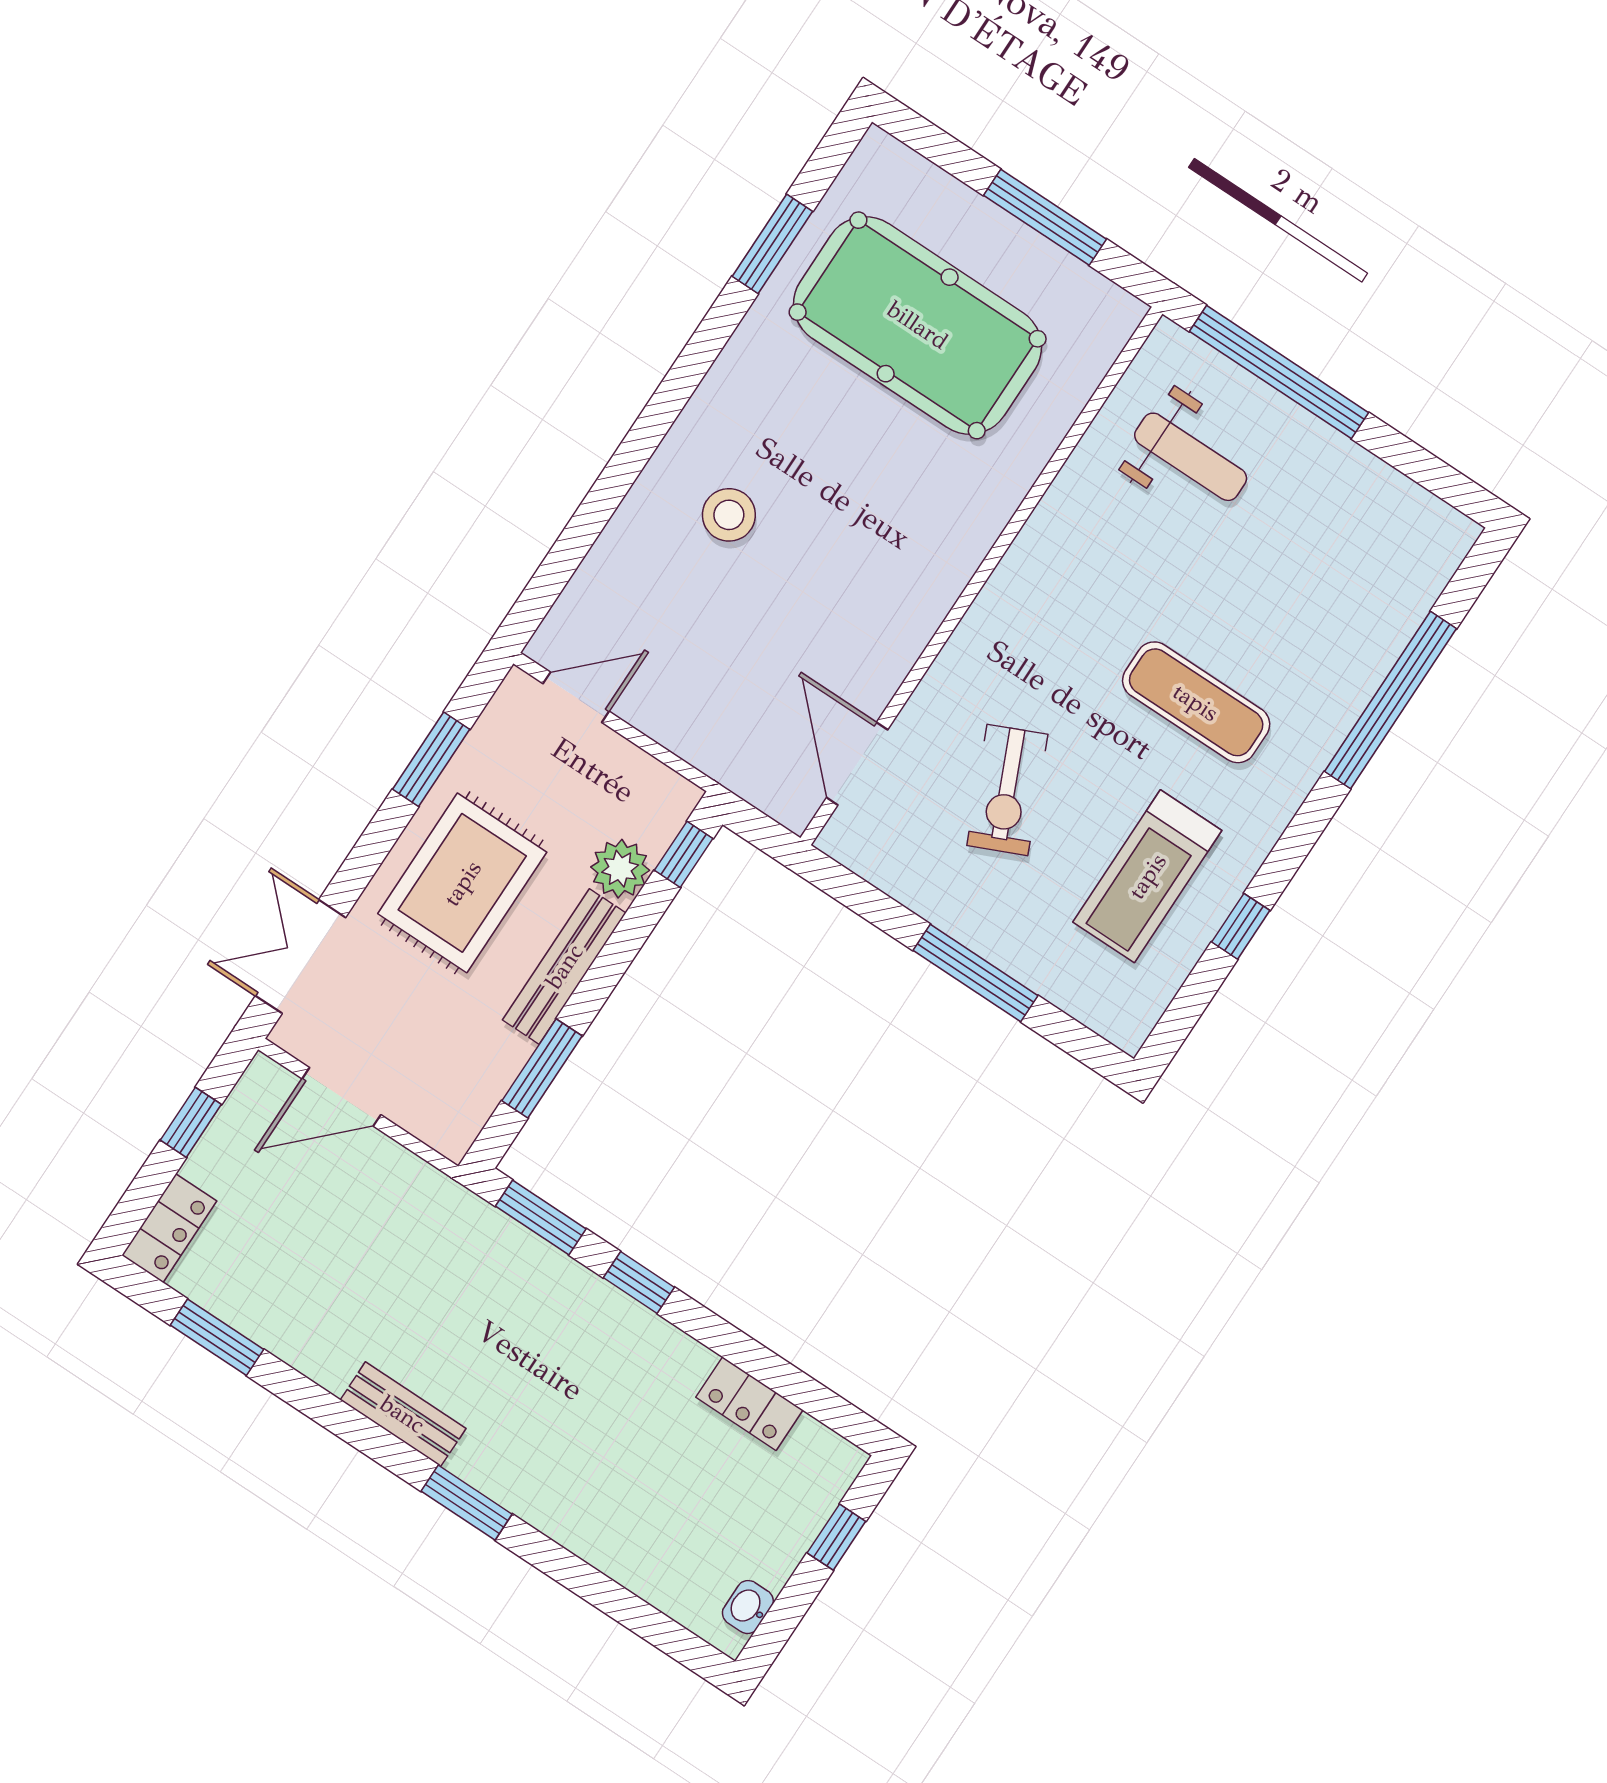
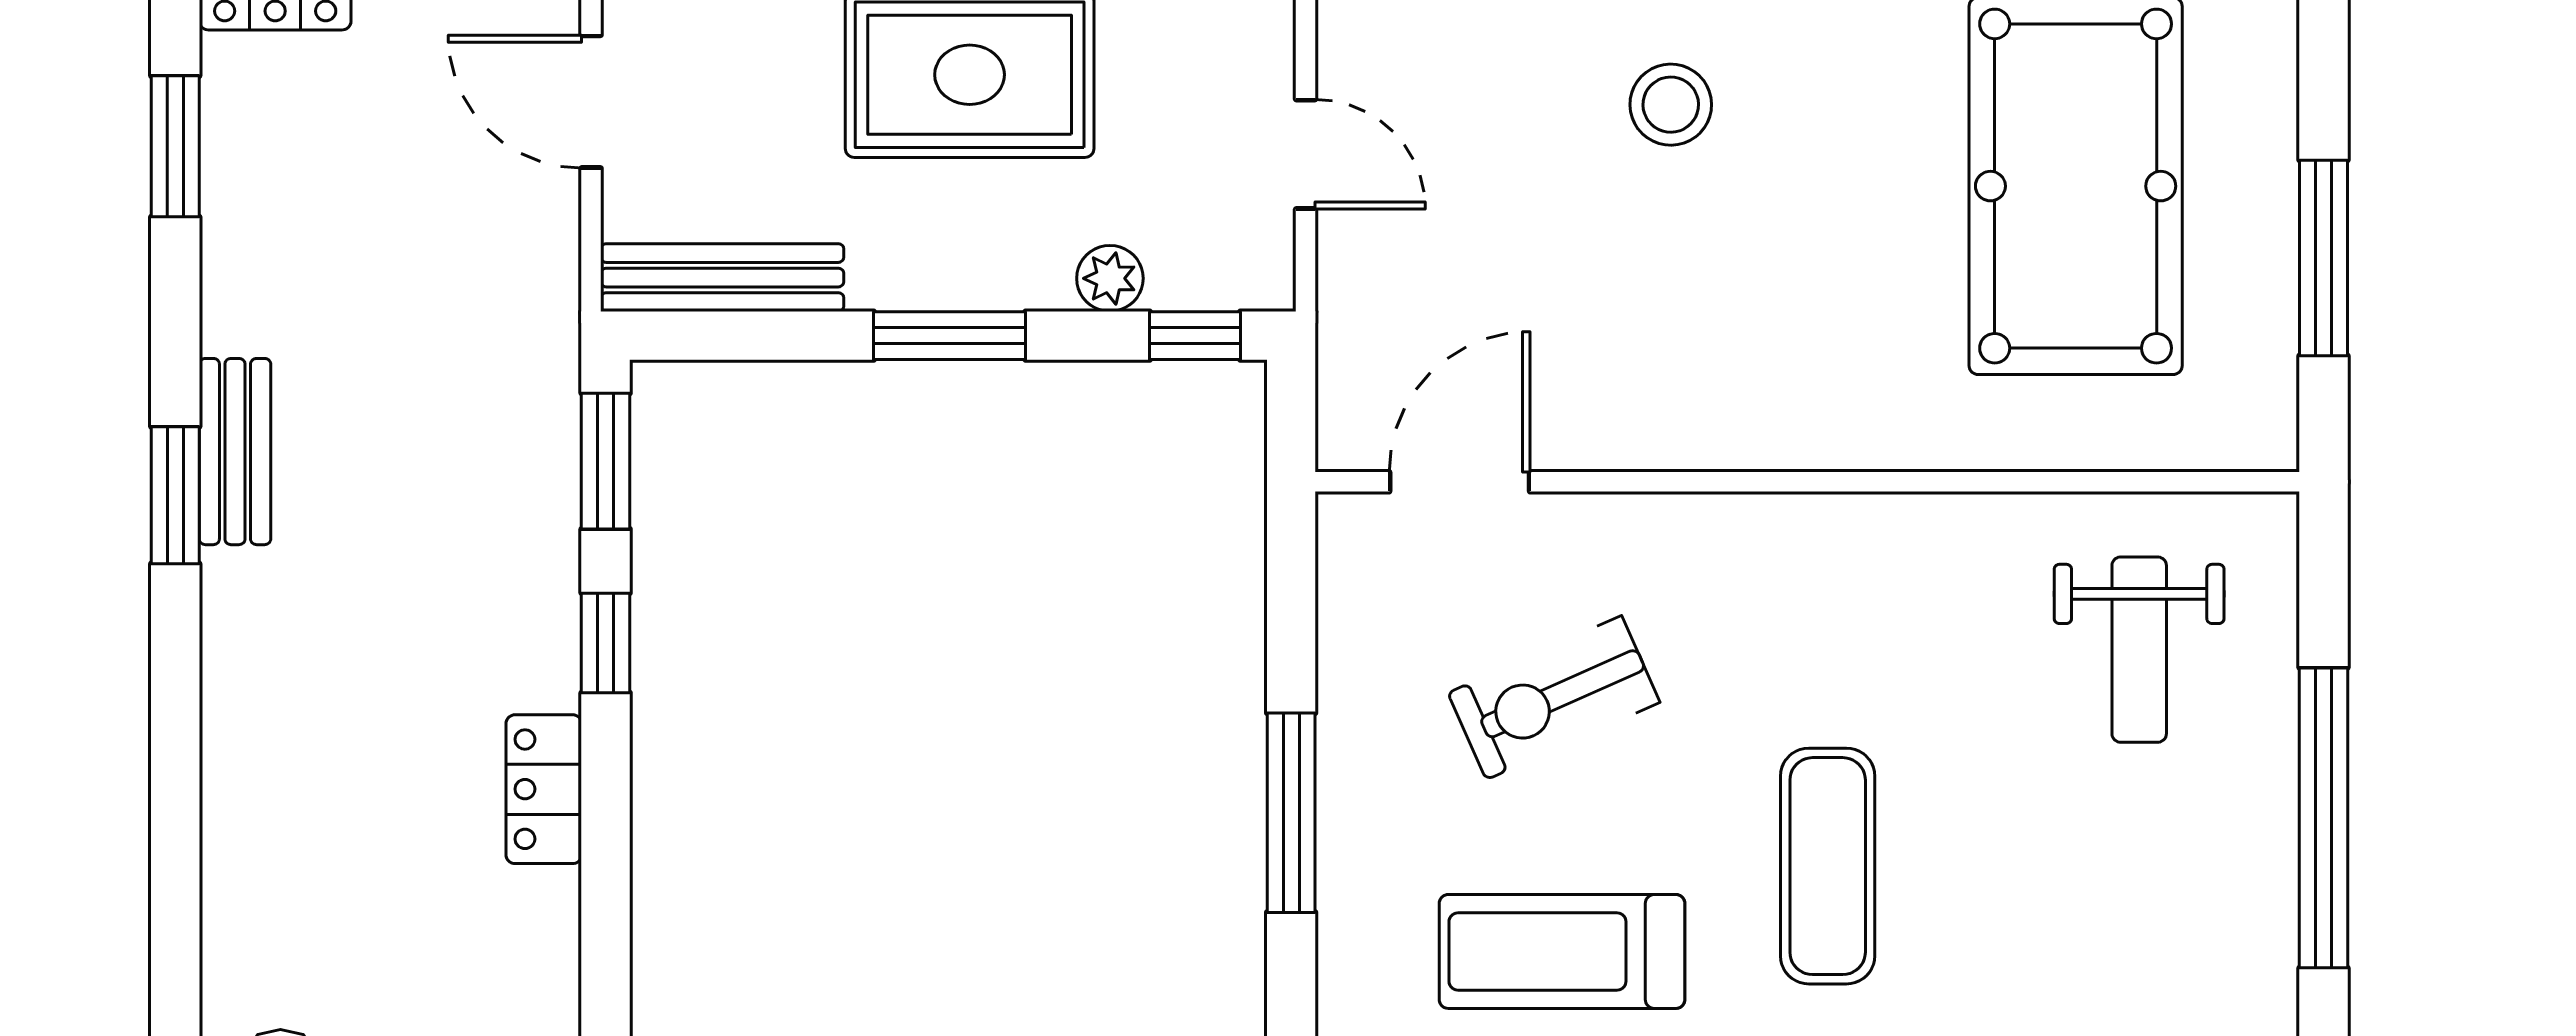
window: (1279, 372) -> (2323, 818), moved
door: (576, 697) -> (1306, 154), moved
plant: (620, 869) -> (1110, 278), width x0.73, depth x0.73
bench: (564, 966) -> (722, 278), moved
window: (542, 1068) -> (950, 336), moved
locker: (749, 1404) -> (544, 789), moved
window: (467, 1503) -> (175, 495), moved

